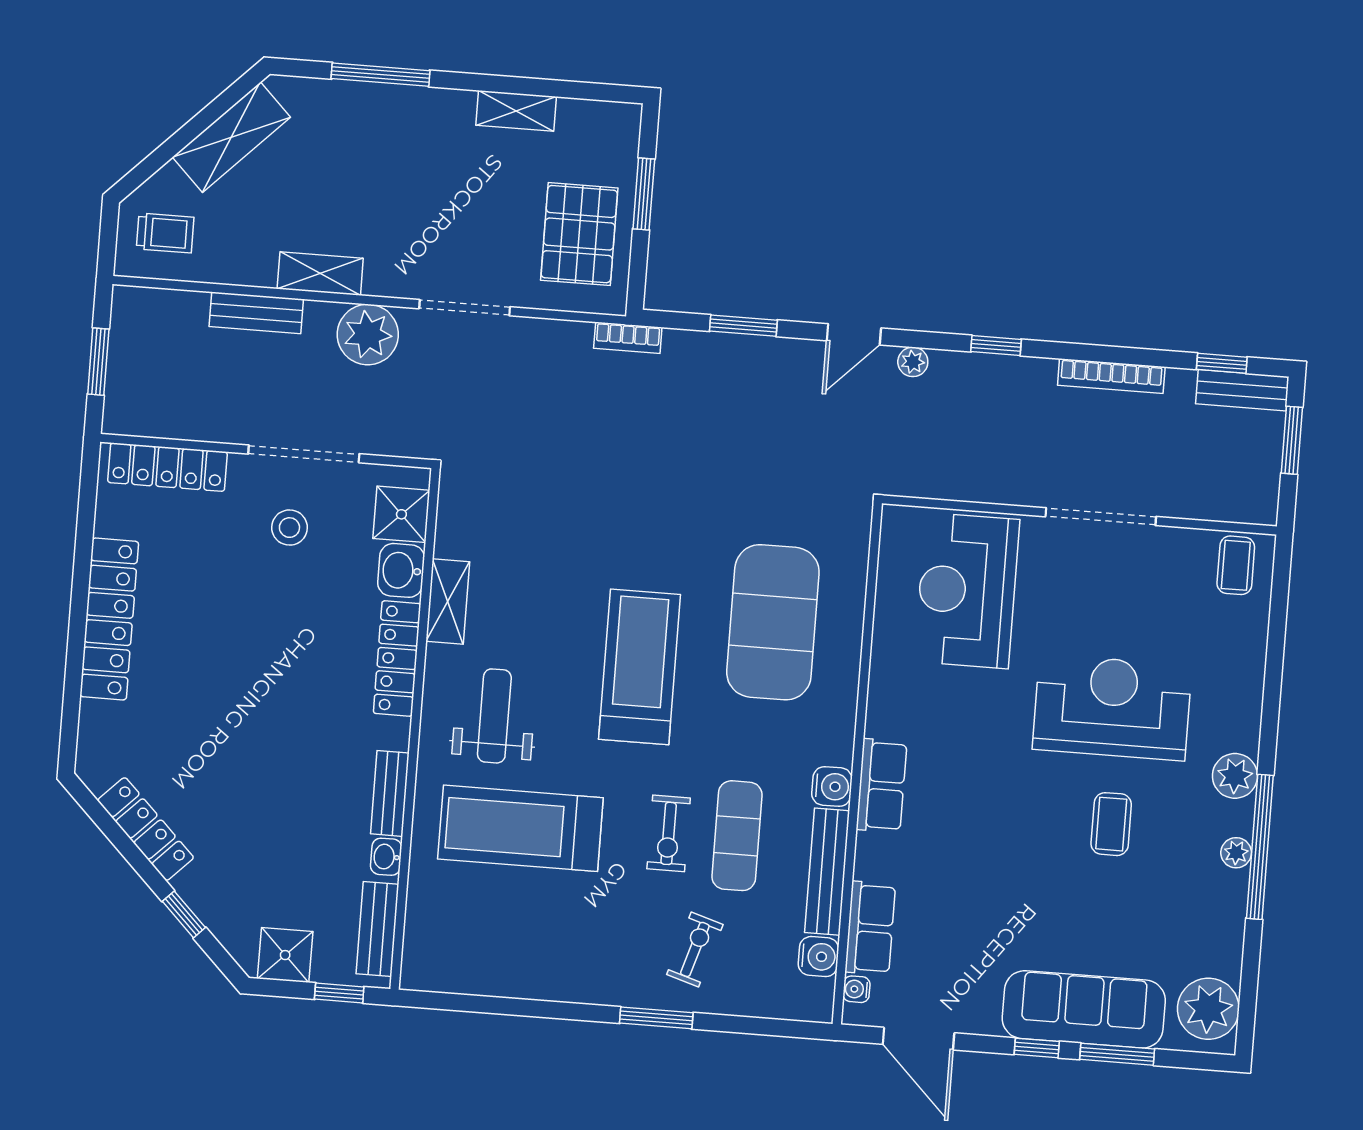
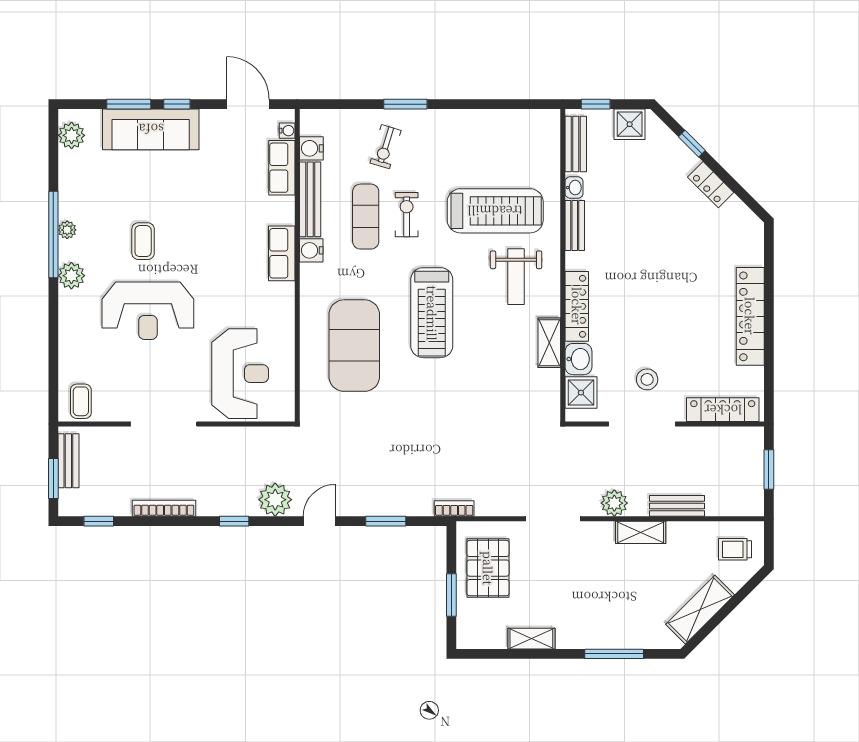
plant: (368, 335) -> (614, 503), width x0.73, depth x0.73
plant: (913, 362) -> (275, 500), width x1.87, depth x1.87
bench: (1242, 390) -> (68, 461), moved, turned 90
locker: (146, 829) -> (711, 185), width x0.66
plant: (1208, 1009) -> (72, 135), width x0.73, depth x0.73

